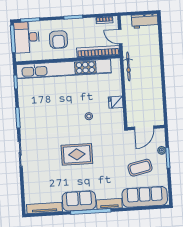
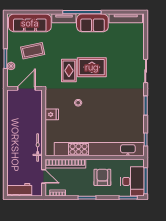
rug: (101, 149) -> (69, 71), added

